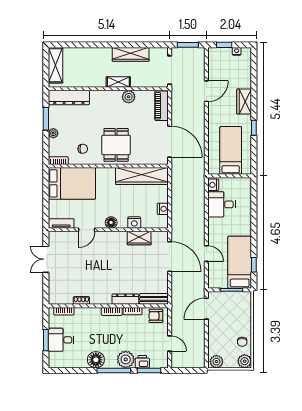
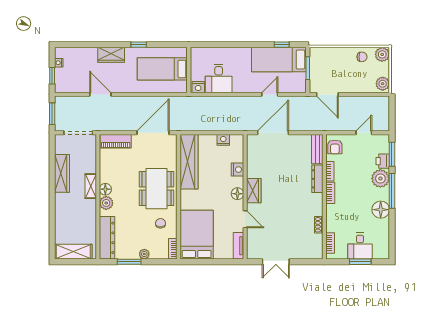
floor lamp: (115, 96) -> (105, 189), added
plant: (129, 97) -> (106, 203), moved
dining table: (116, 145) -> (157, 189), width x1.38
wardrobe: (139, 238) -> (254, 191), moved

